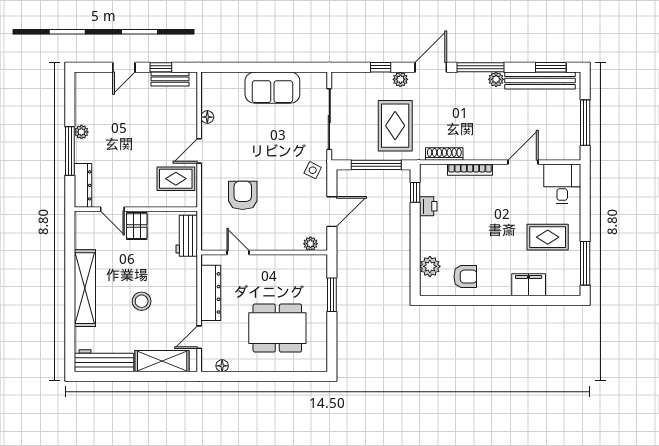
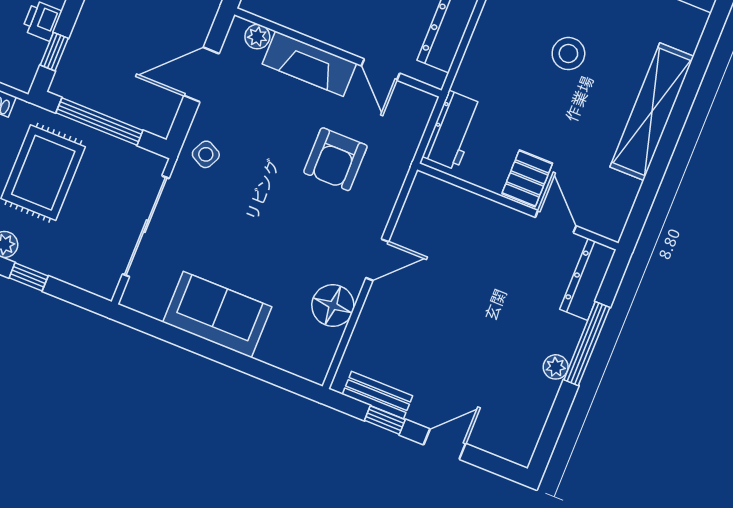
floor lamp: (207, 117) -> (333, 305), width x1.89, depth x1.89
rug: (176, 179) -> (433, 230), removed
fireplace: (277, 240) -> (309, 64), added

